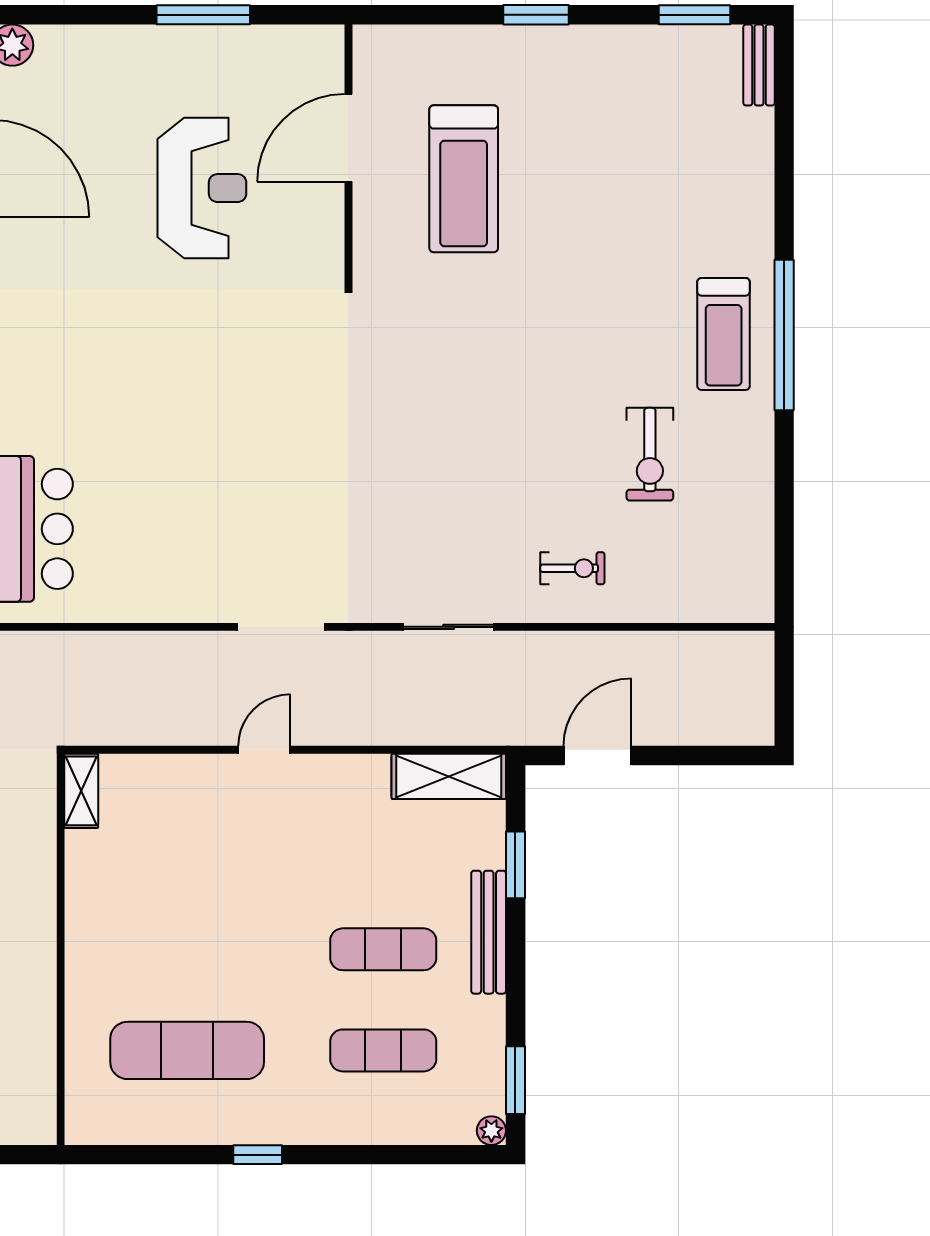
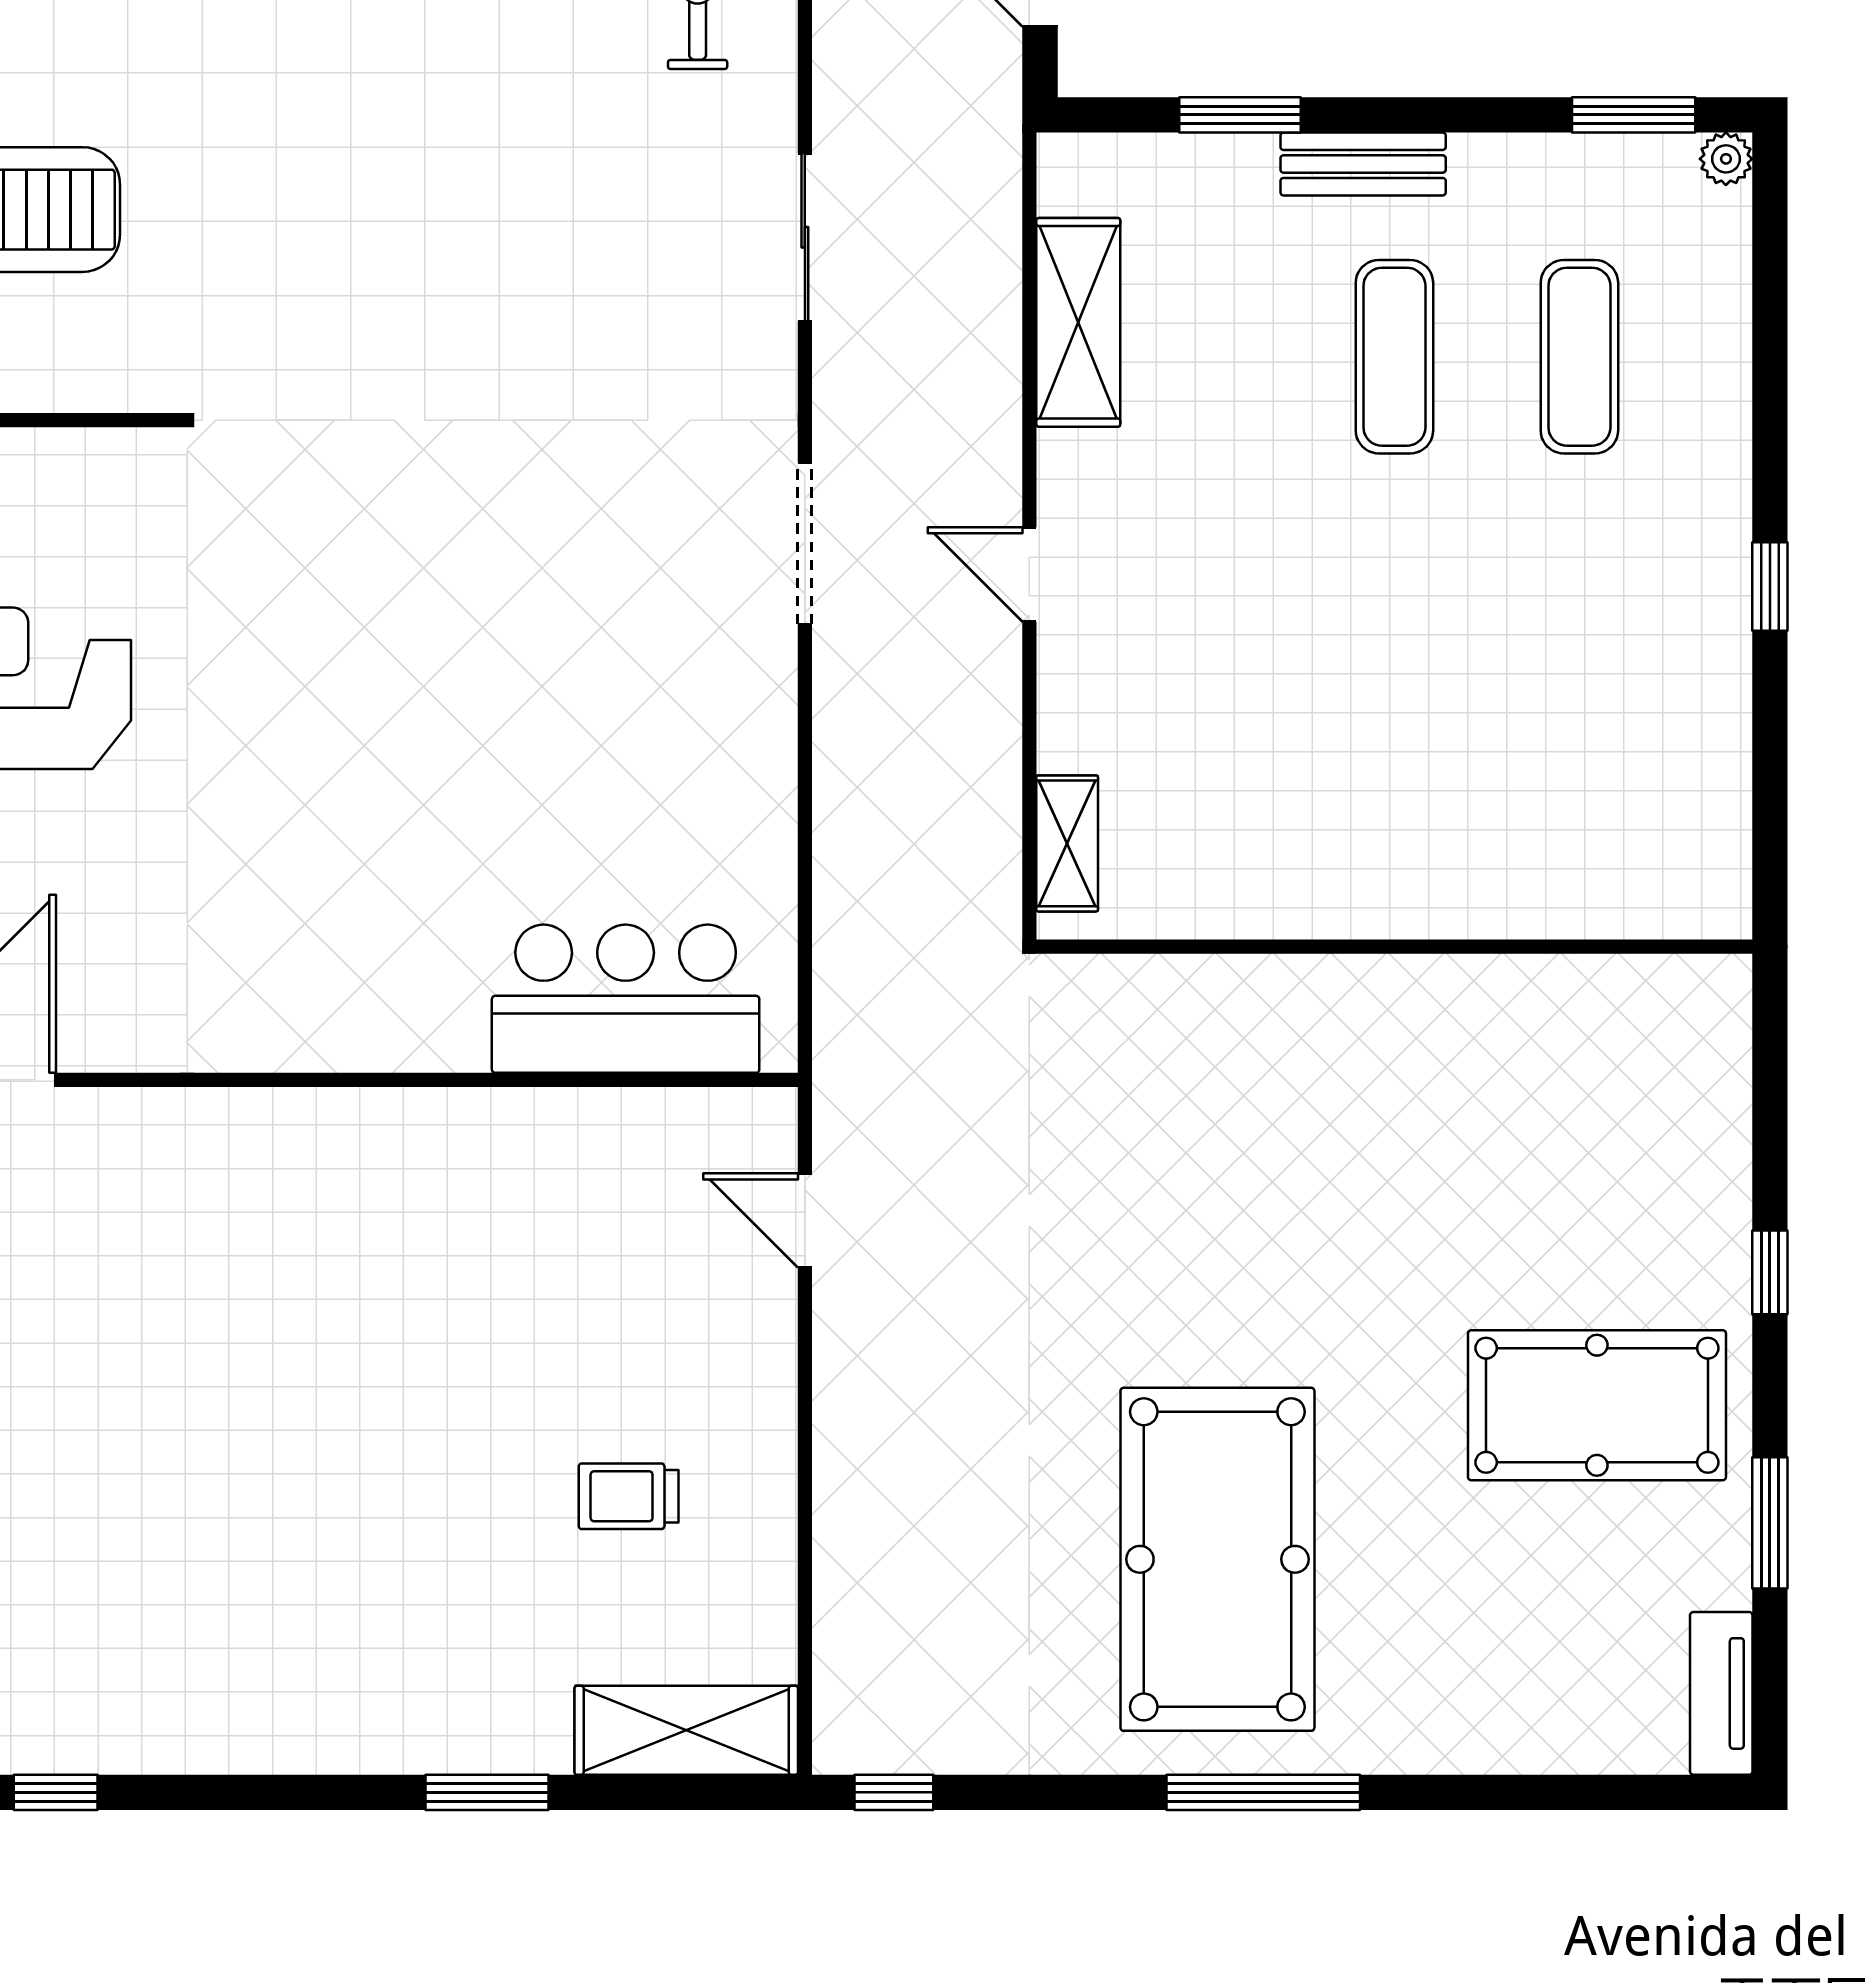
shelving: (449, 776) -> (1078, 322), moved
shelving: (81, 791) -> (1067, 843), moved, turned 90
bench: (489, 932) -> (1363, 164), width x0.73
exercise mat: (187, 1050) -> (1579, 715), removed

